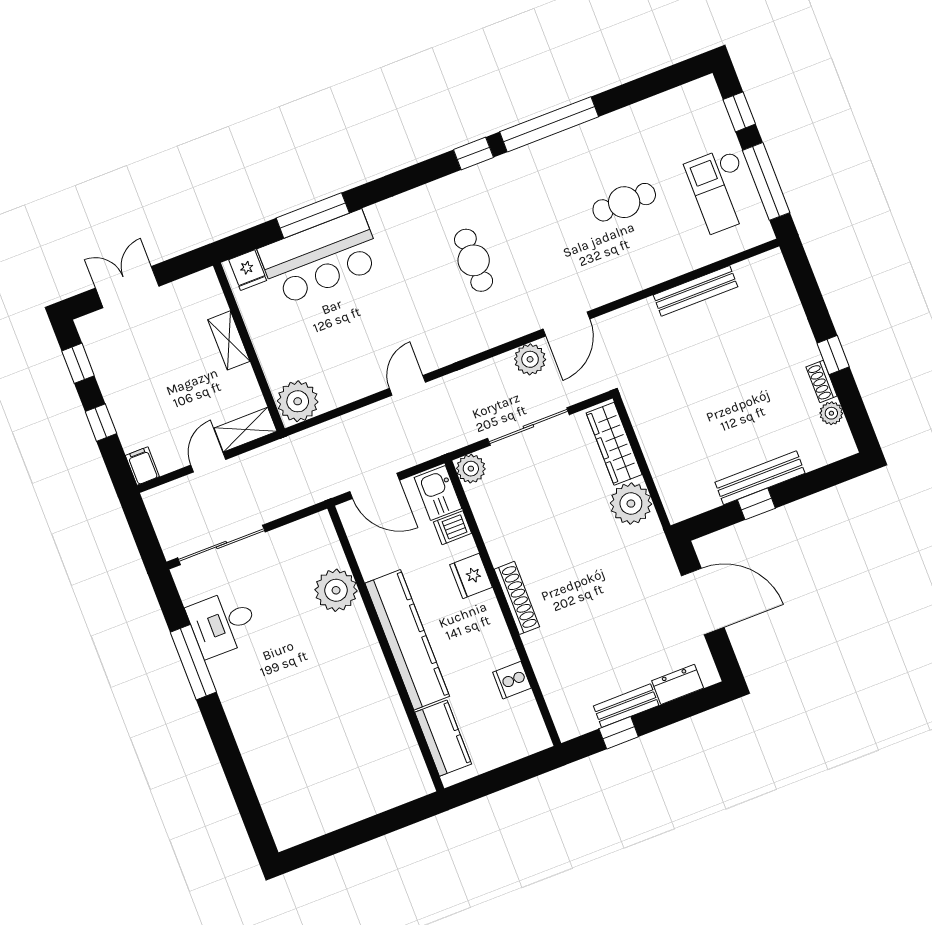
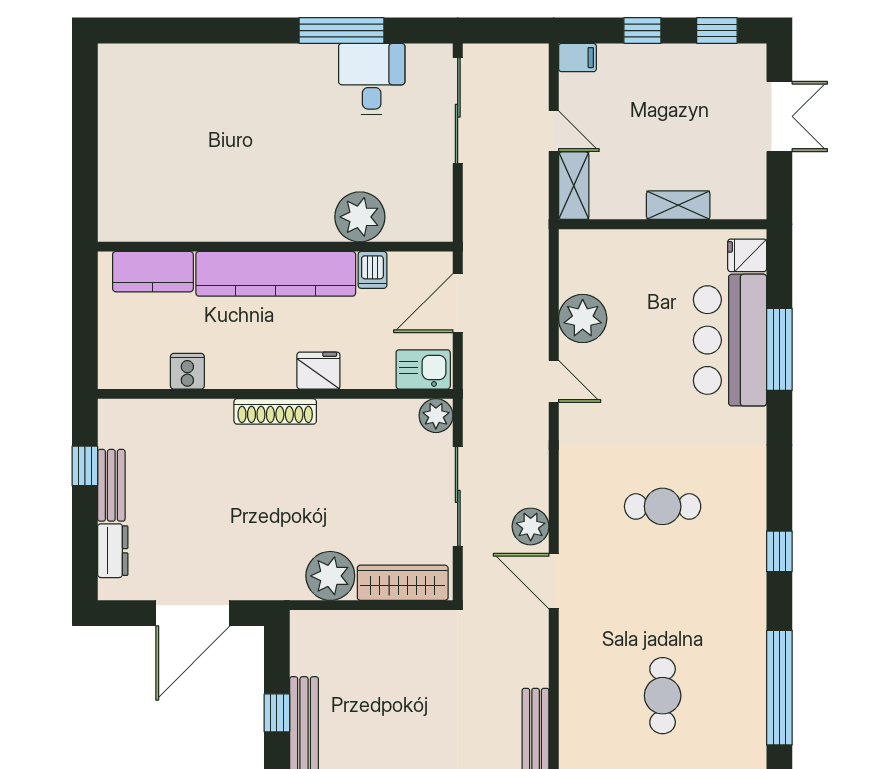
window: (549, 124) -> (779, 688), moved
plant: (298, 401) -> (583, 319), moved
dishwasher: (452, 528) -> (372, 270), moved, turned 180

